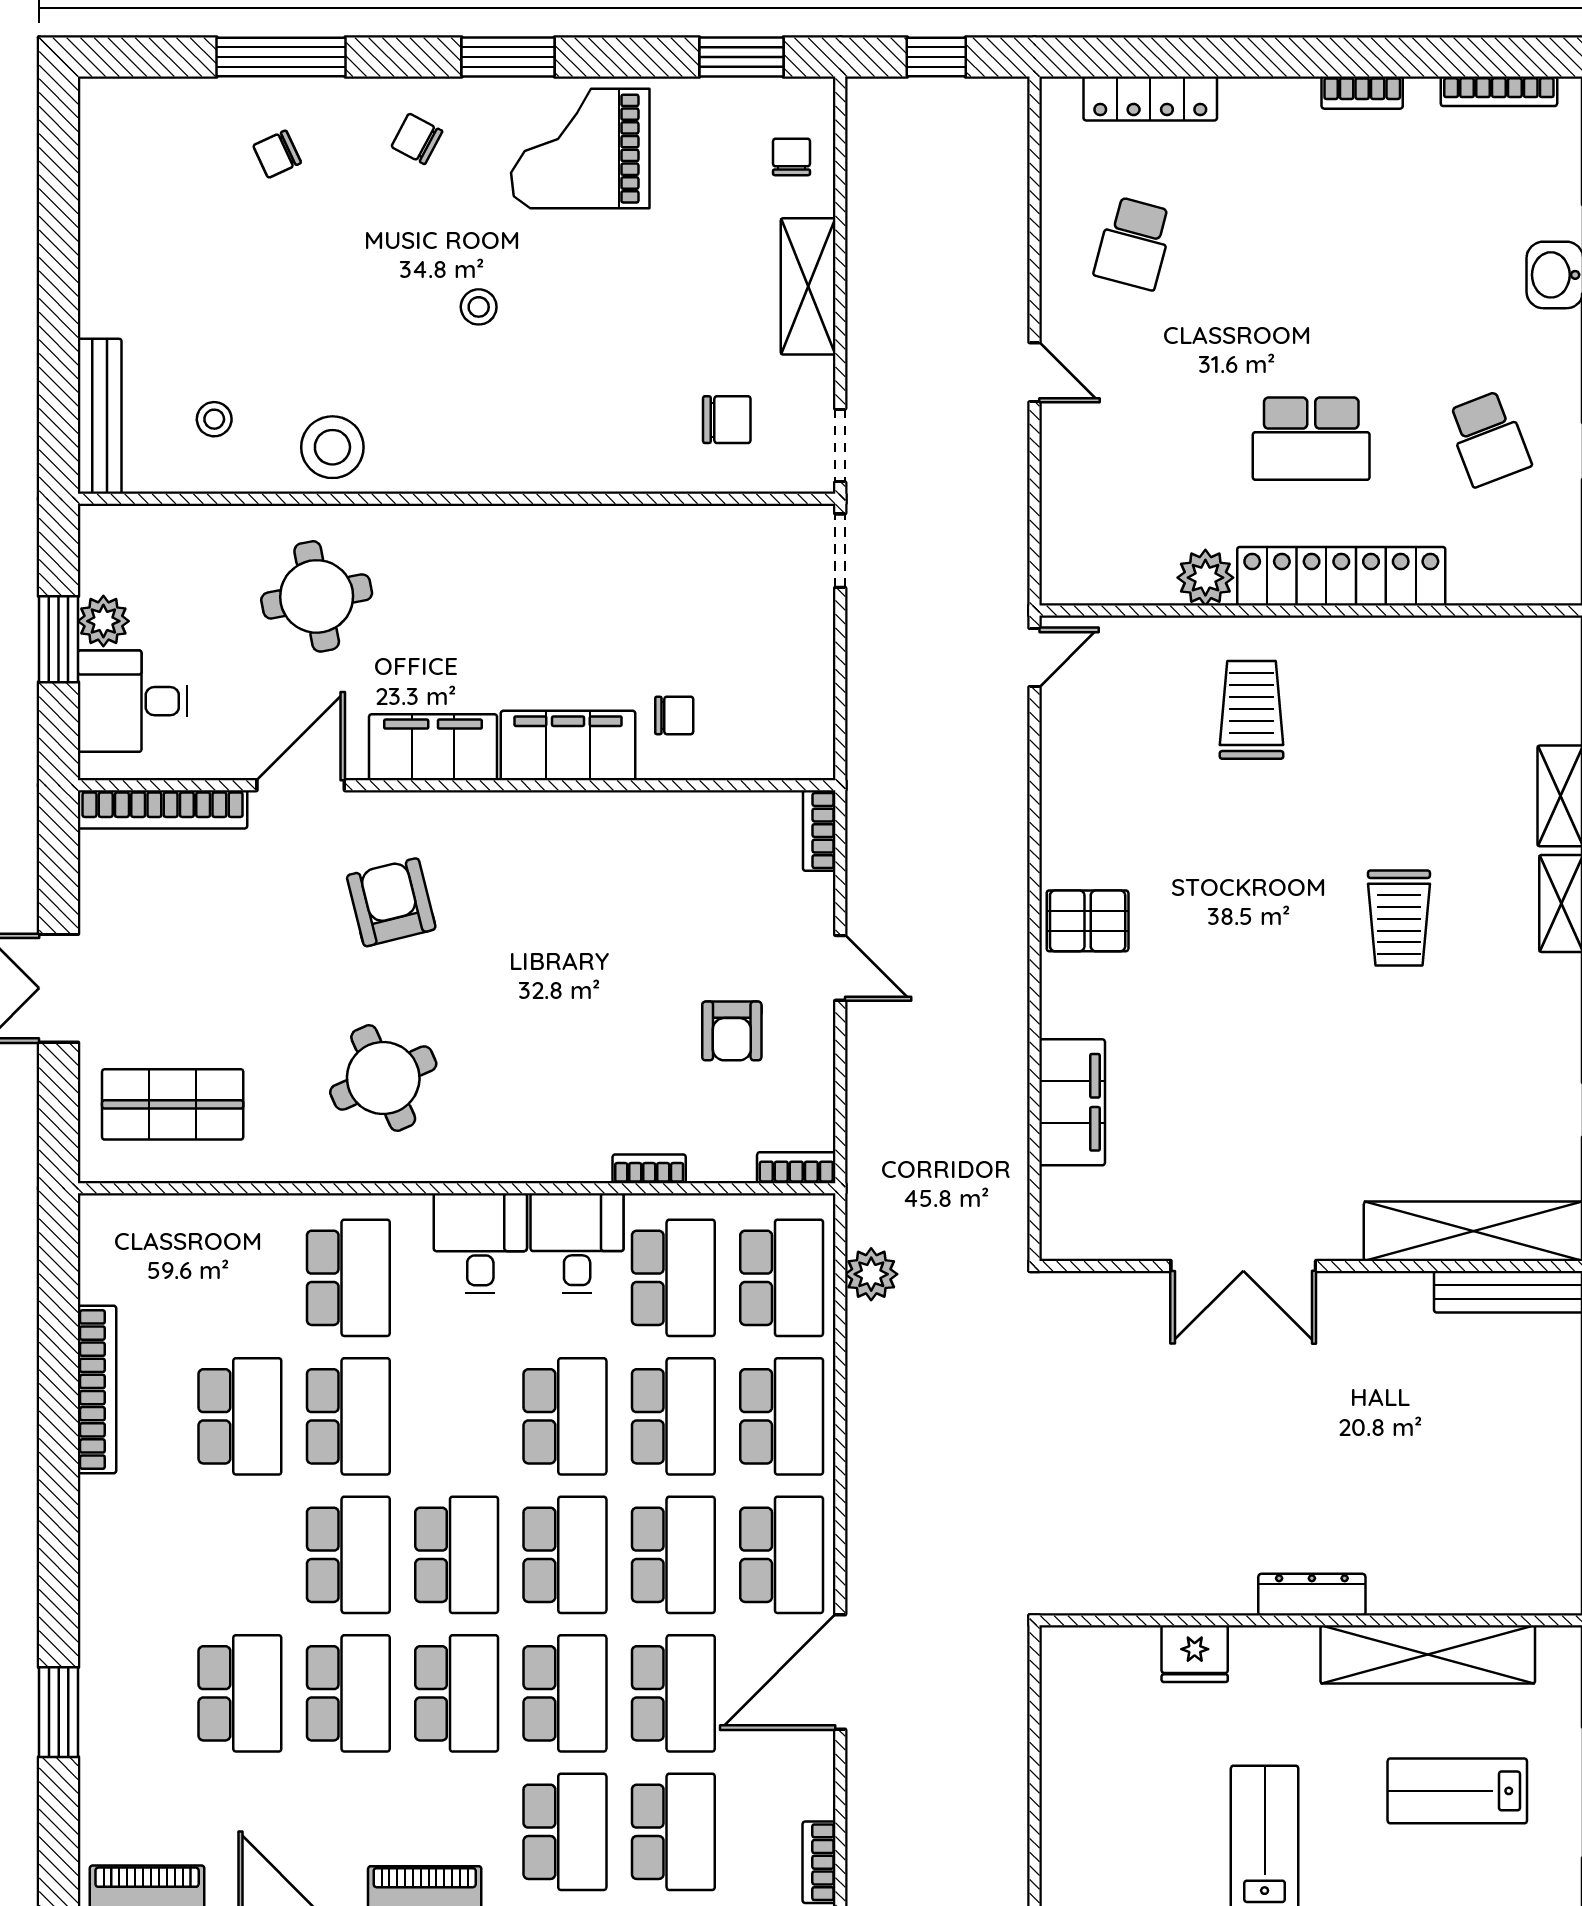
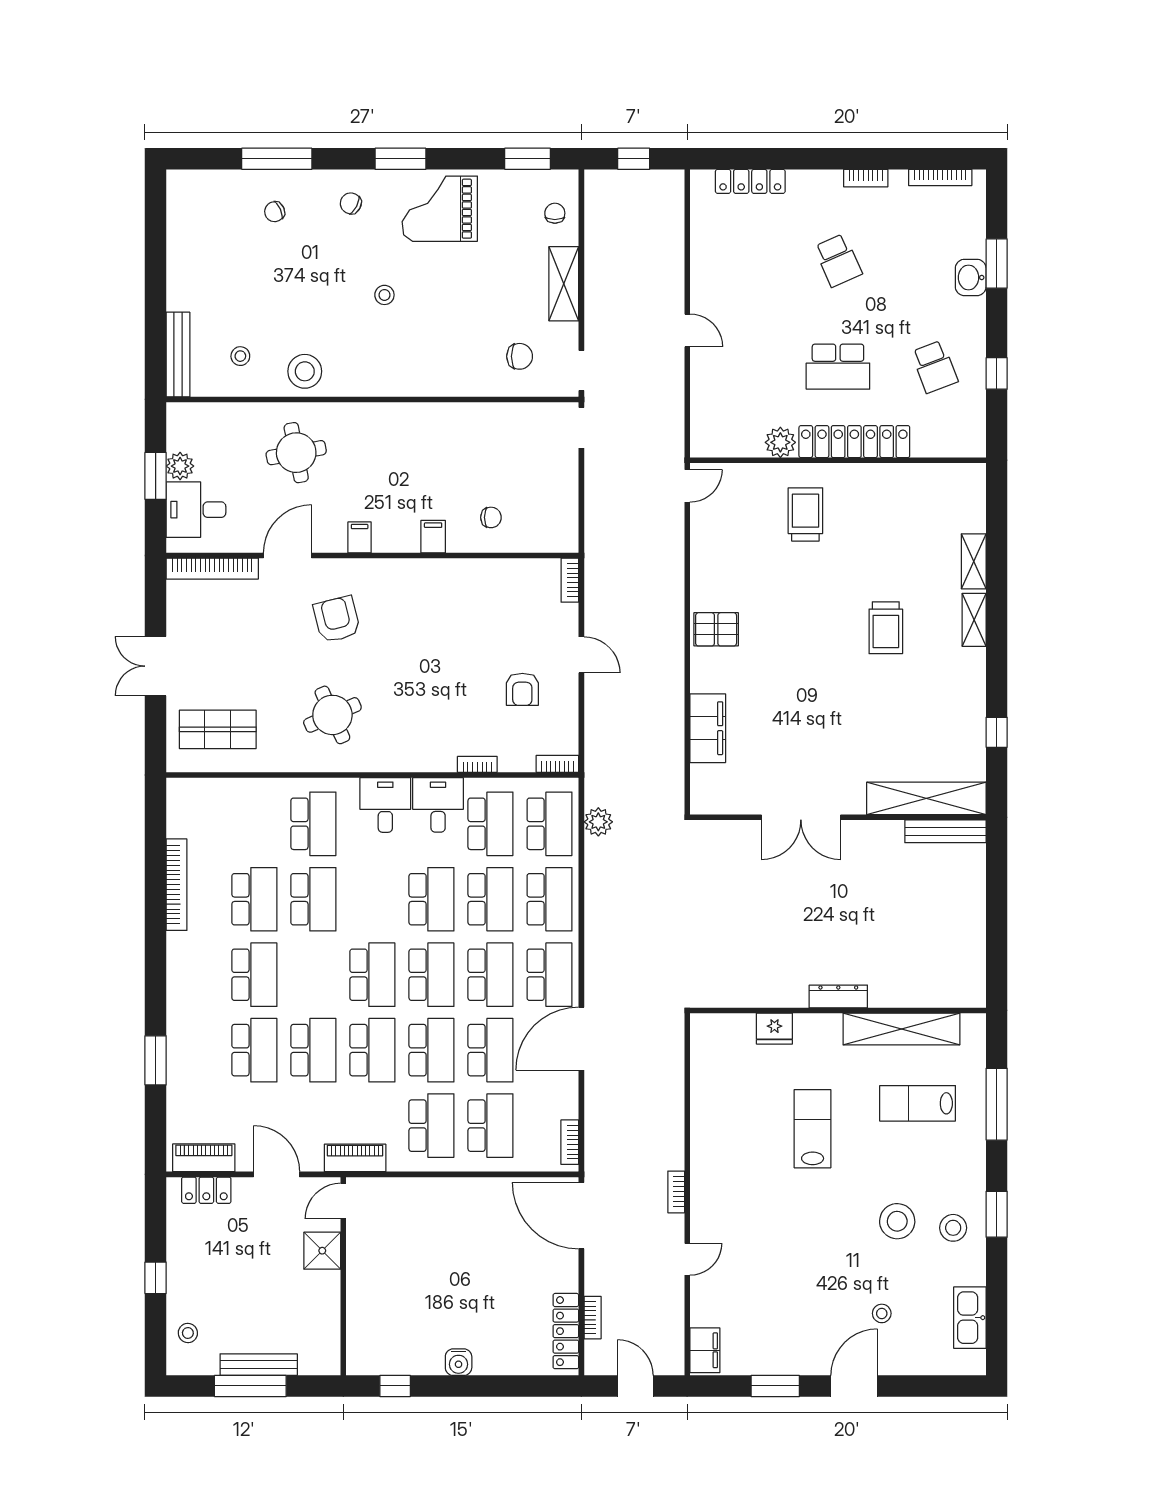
school desk: (1134, 243) -> (838, 260), moved, turned -39
filing cabinet: (568, 746) -> (433, 537), width x0.33, depth x0.86
filing cabinet: (433, 747) -> (360, 537), width x0.33, depth x0.86
school desk: (348, 1555) -> (254, 975), moved

